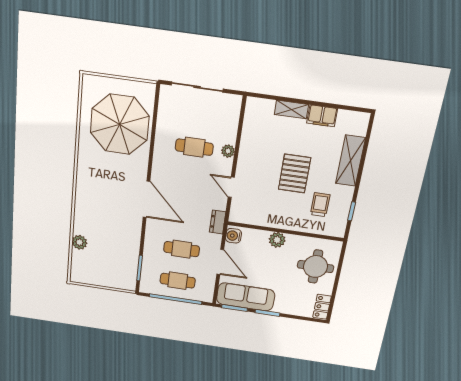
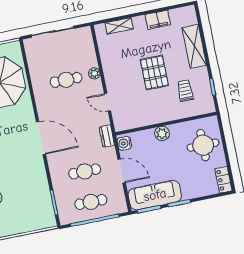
shelving: (291, 110) -> (119, 26), moved

